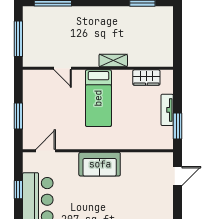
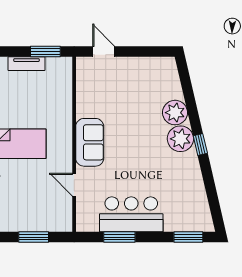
door: (46, 151) -> (74, 185), moved
window: (18, 190) -> (119, 237), width x1.50

